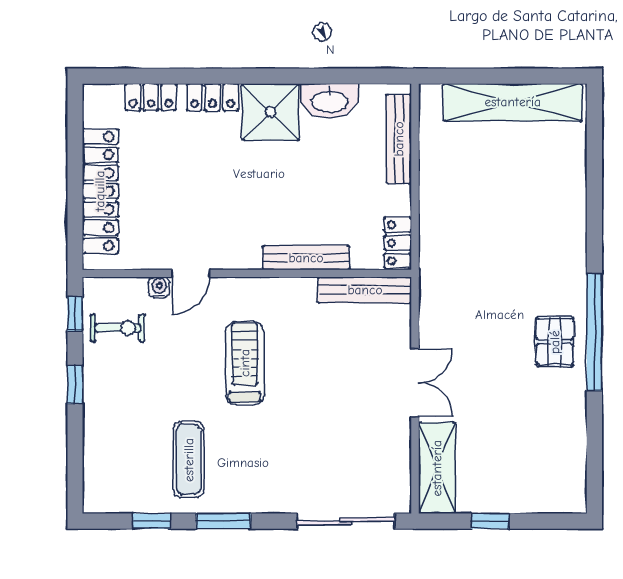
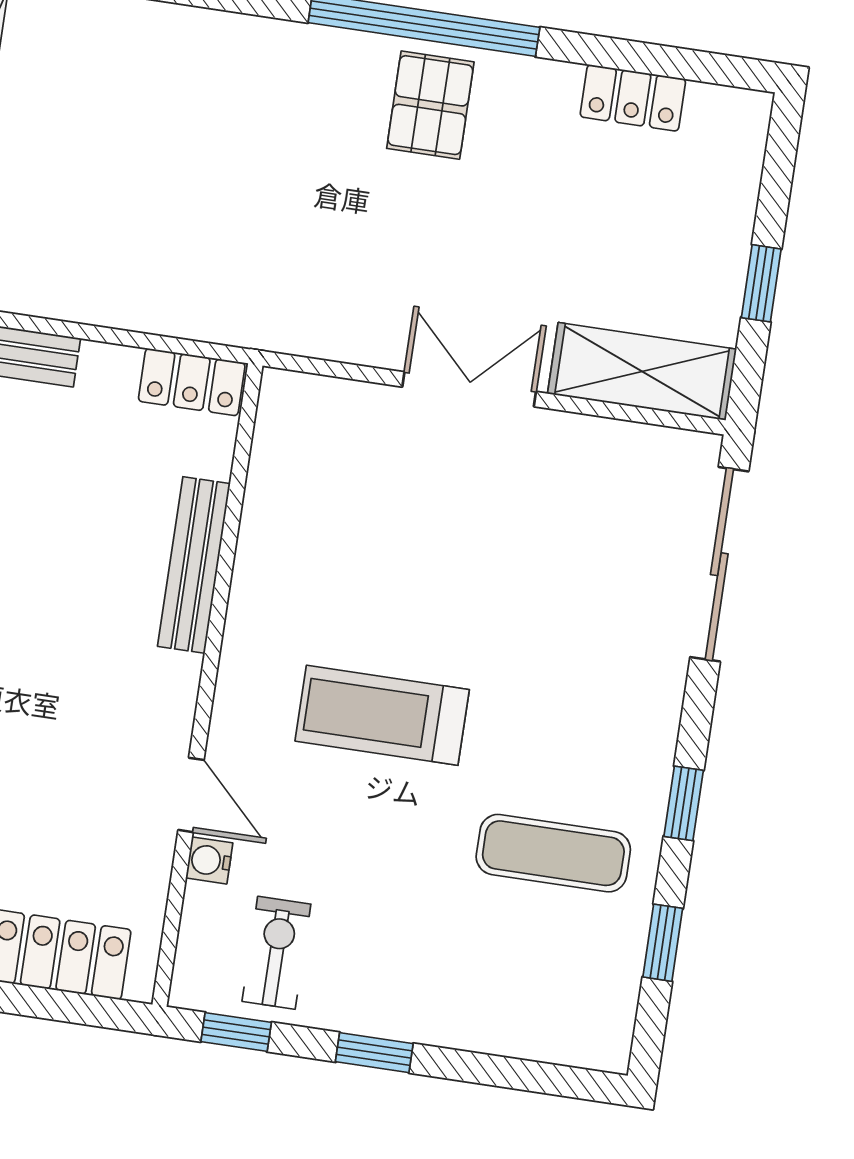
bench: (365, 290) -> (274, 460), removed
pallet: (555, 342) -> (430, 105), turned 90
locker: (574, 443) -> (633, 98), added
window: (223, 521) -> (684, 803), width x0.67

